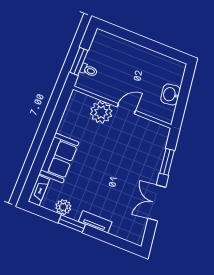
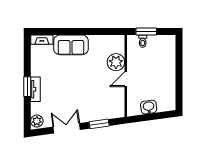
door: (126, 109) -> (126, 79), swing flipped
plant: (63, 207) -> (37, 121), moved
window: (72, 224) -> (27, 87), moved

